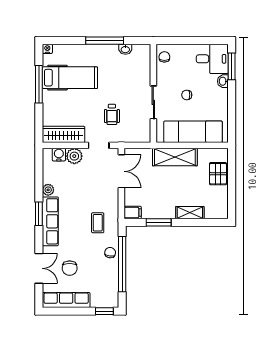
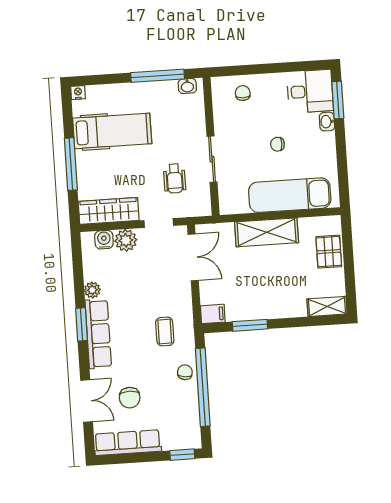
window: (39, 84) -> (71, 164), moved
wall: (153, 93) -> (211, 146), moved
sliding door: (153, 102) -> (212, 159), moved
shelving: (190, 213) -> (327, 306), moved

